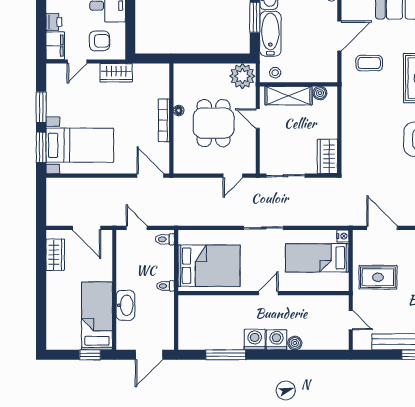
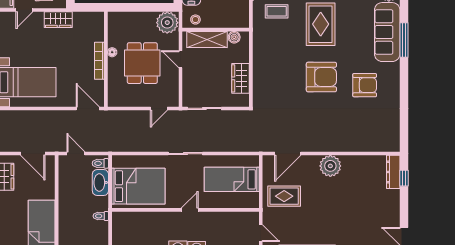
wardrobe: (327, 156) -> (241, 78), moved
door: (382, 228) -> (288, 154), swing flipped
nightstand: (343, 236) -> (254, 161), removed
toilet: (165, 286) -> (101, 216), moved
washbasin: (125, 305) -> (100, 182), moved, turned 180

